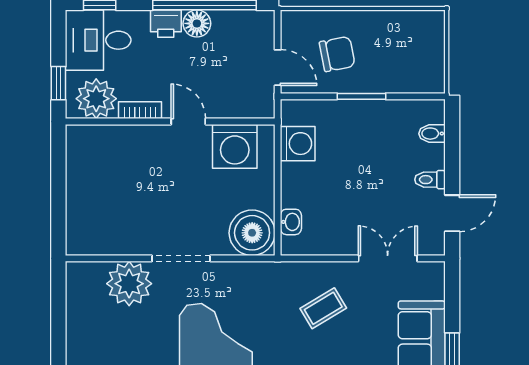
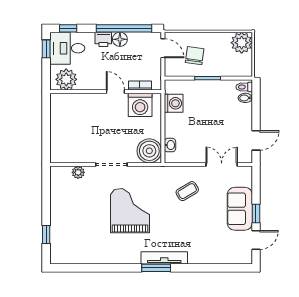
plant: (425, 30) -> (242, 43), added
chair: (337, 54) -> (195, 56), turned -71
door: (278, 68) -> (163, 48), moved
window: (58, 83) -> (46, 49), moved
bookcase: (140, 110) -> (140, 85), moved
toilet: (430, 180) -> (244, 87), moved
plant: (129, 284) -> (78, 172), width x0.53, depth x0.53

